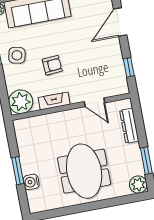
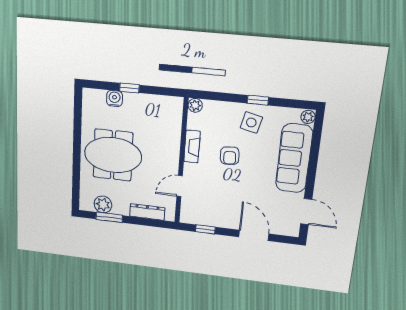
plant: (21, 102) -> (195, 105), width x0.53, depth x0.53
window: (18, 171) -> (129, 88), width x0.67
plant: (138, 184) -> (103, 204), moved

